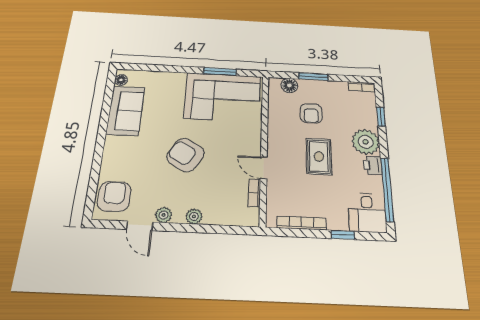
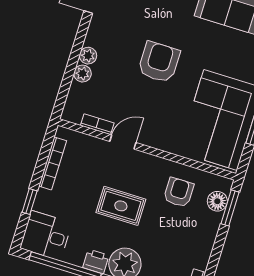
window: (313, 77) -> (230, 208), moved
armchair: (311, 113) -> (179, 192), moved, turned 90
armchair: (185, 155) -> (159, 62), turned -30
plant: (164, 215) -> (83, 74), moved

